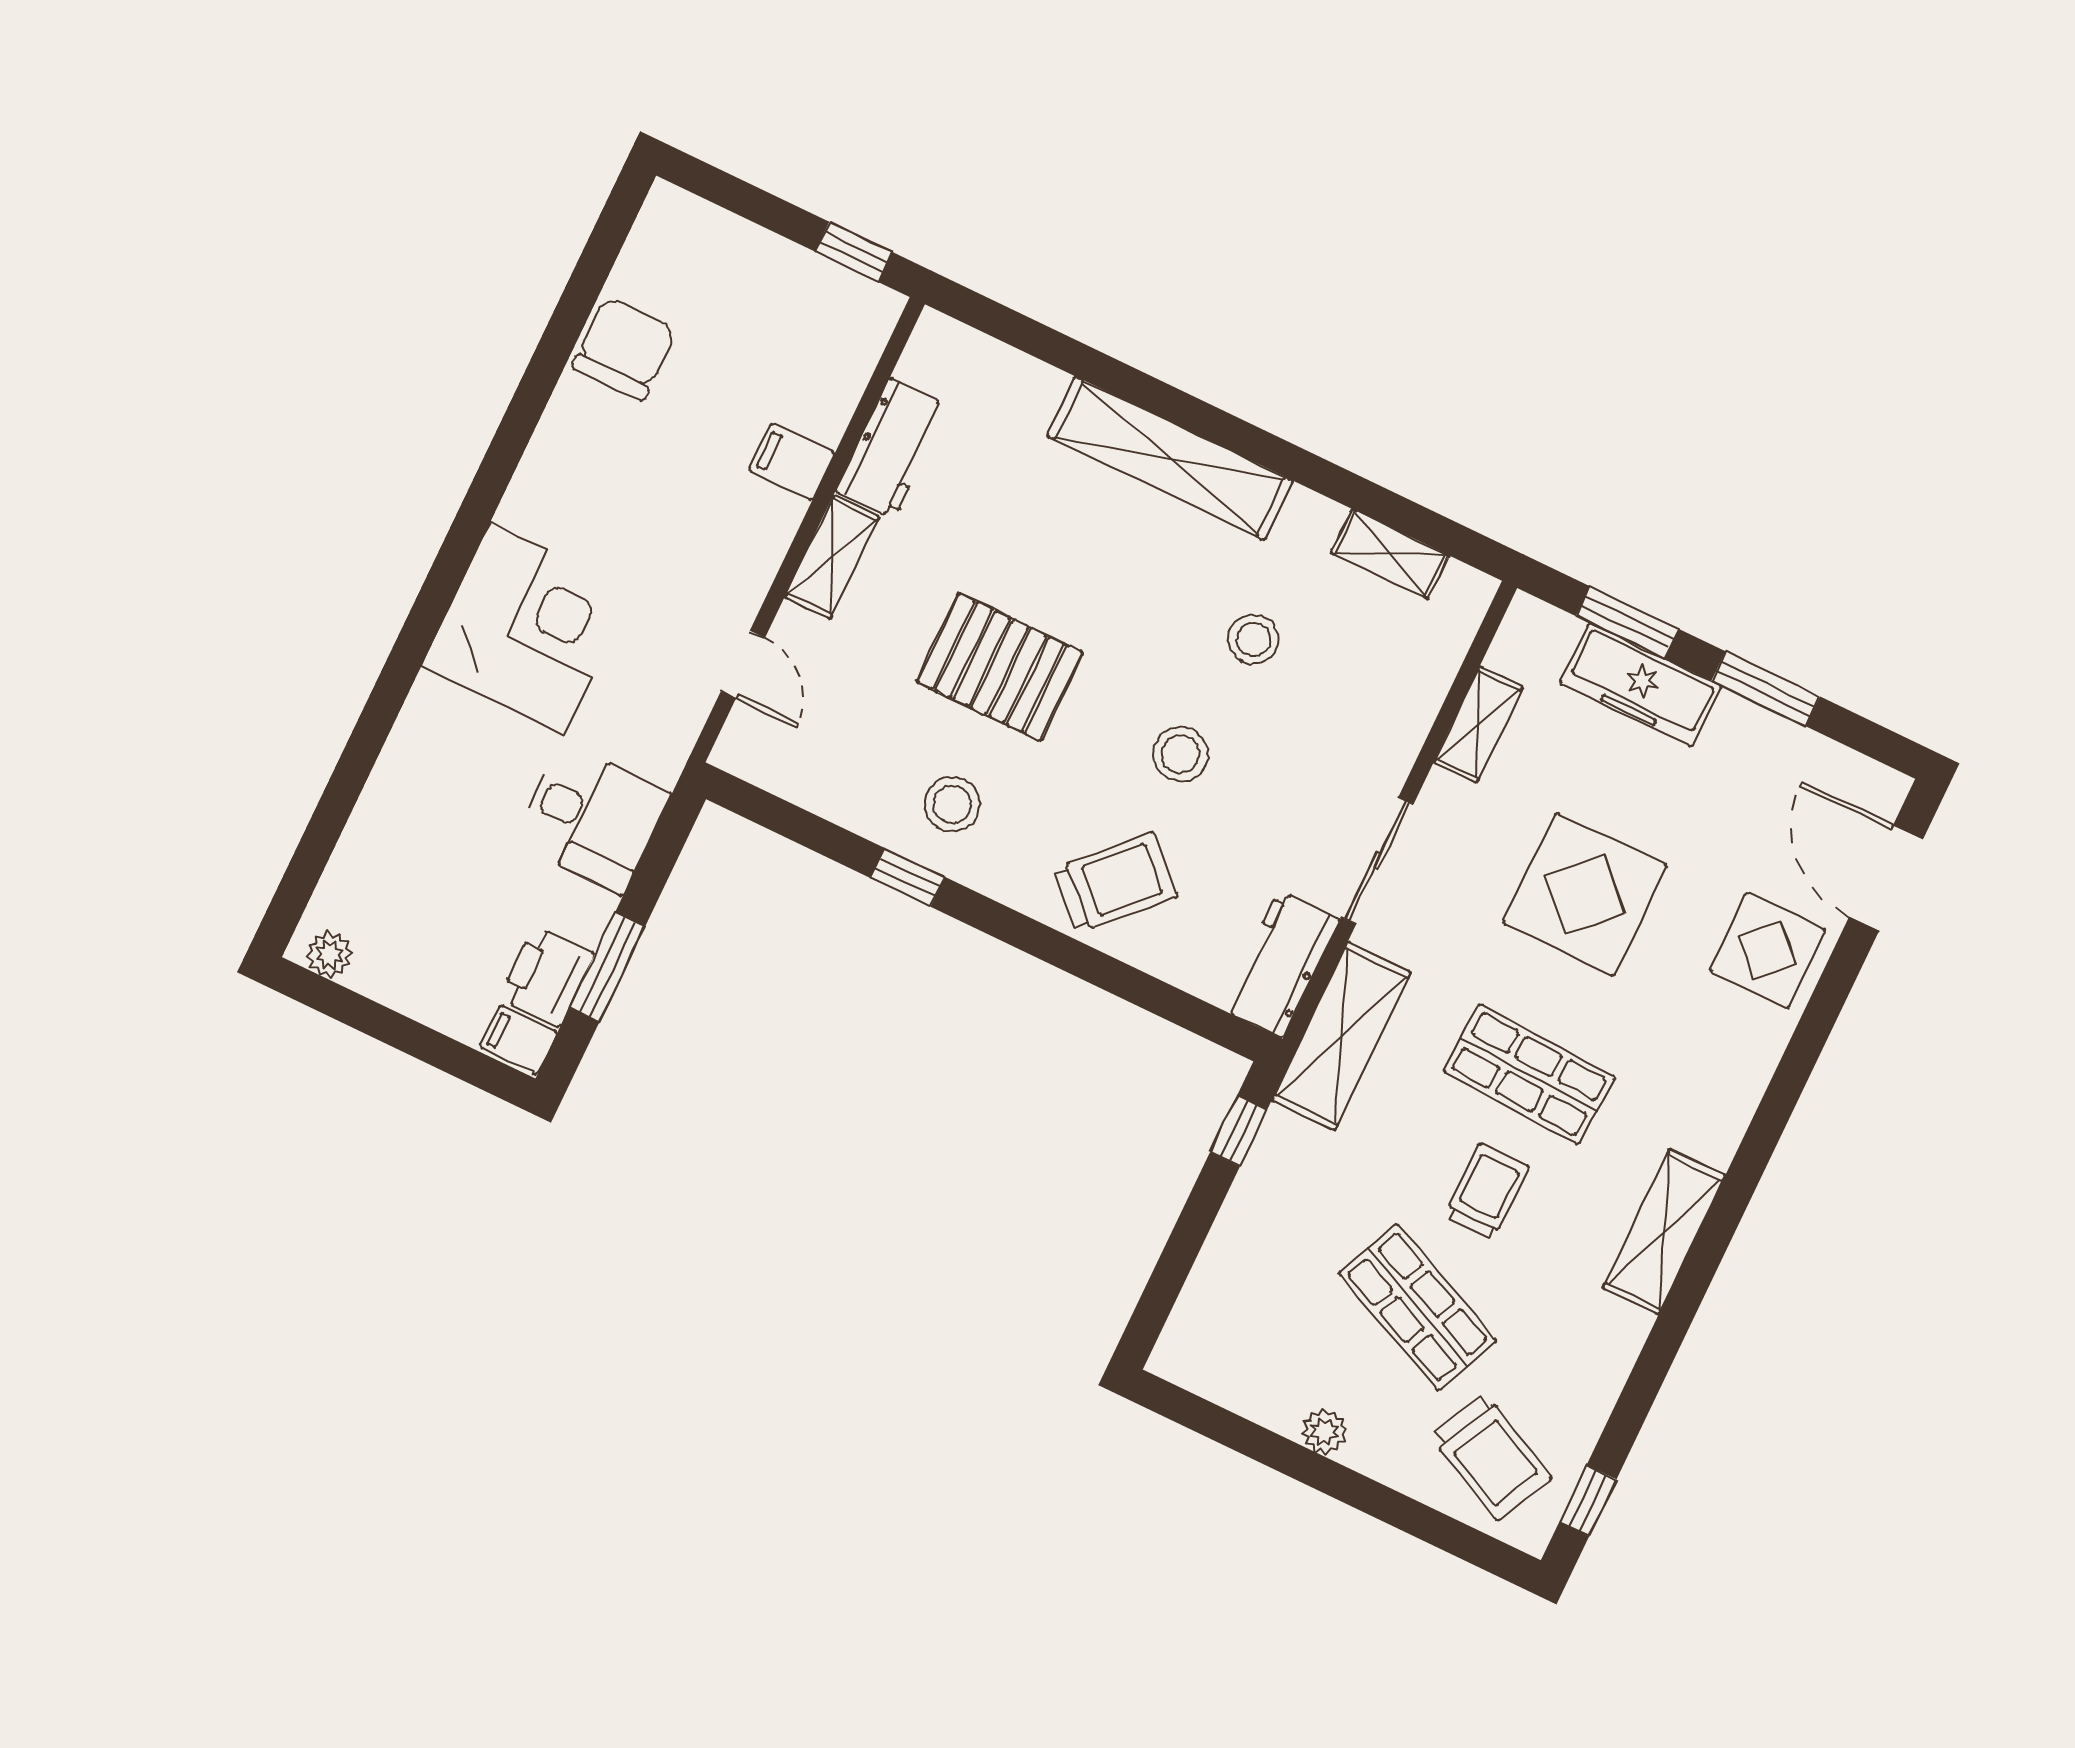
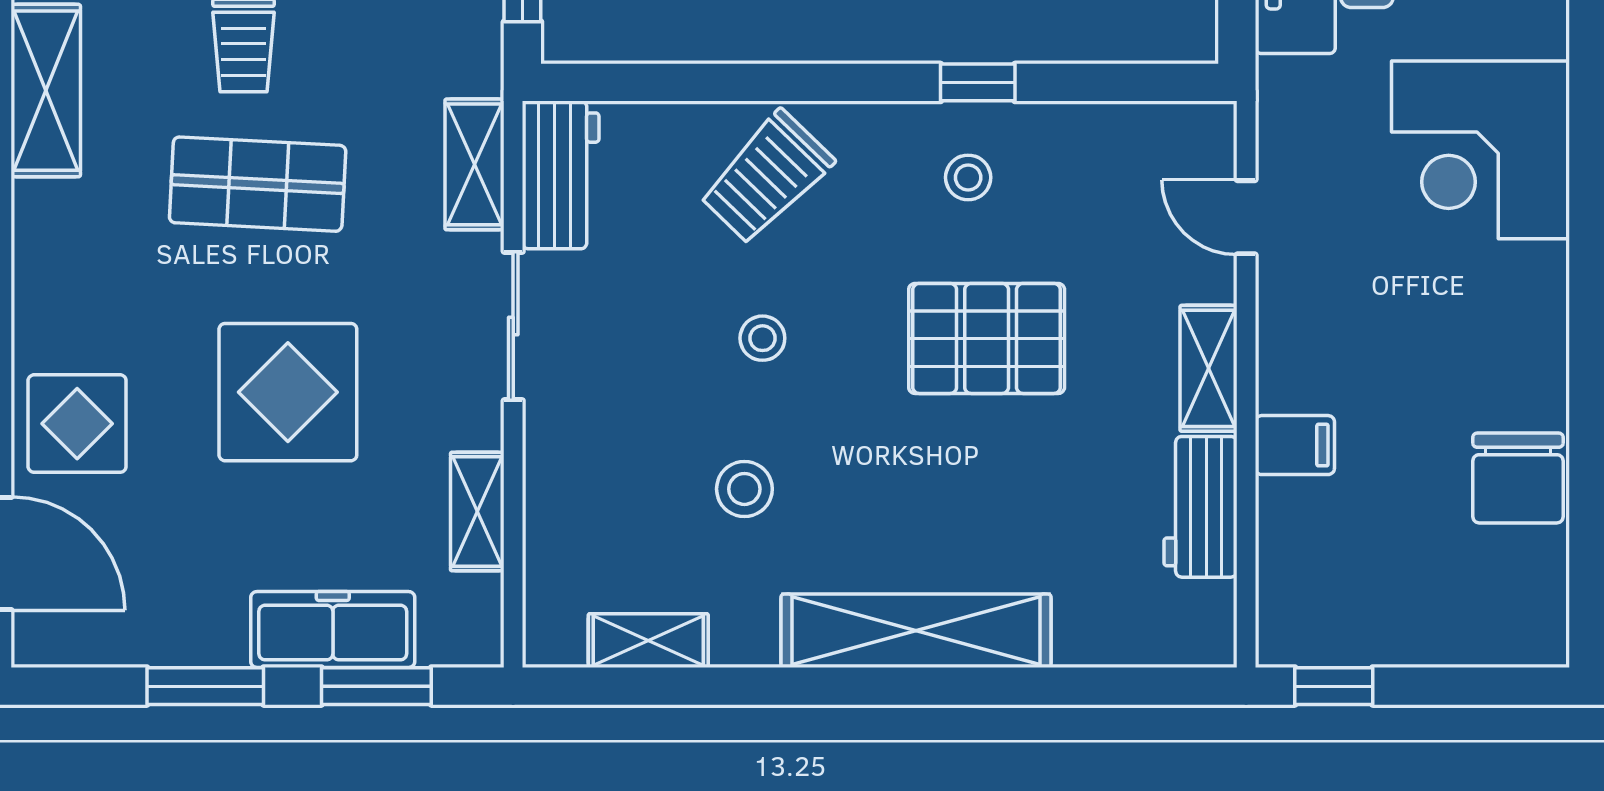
stool: (1181, 754) -> (762, 338), width x0.73, depth x0.73
stool: (952, 804) -> (968, 177), width x0.73, depth x0.73
shelving: (1341, 1036) -> (474, 164), width x0.67, depth x0.75

